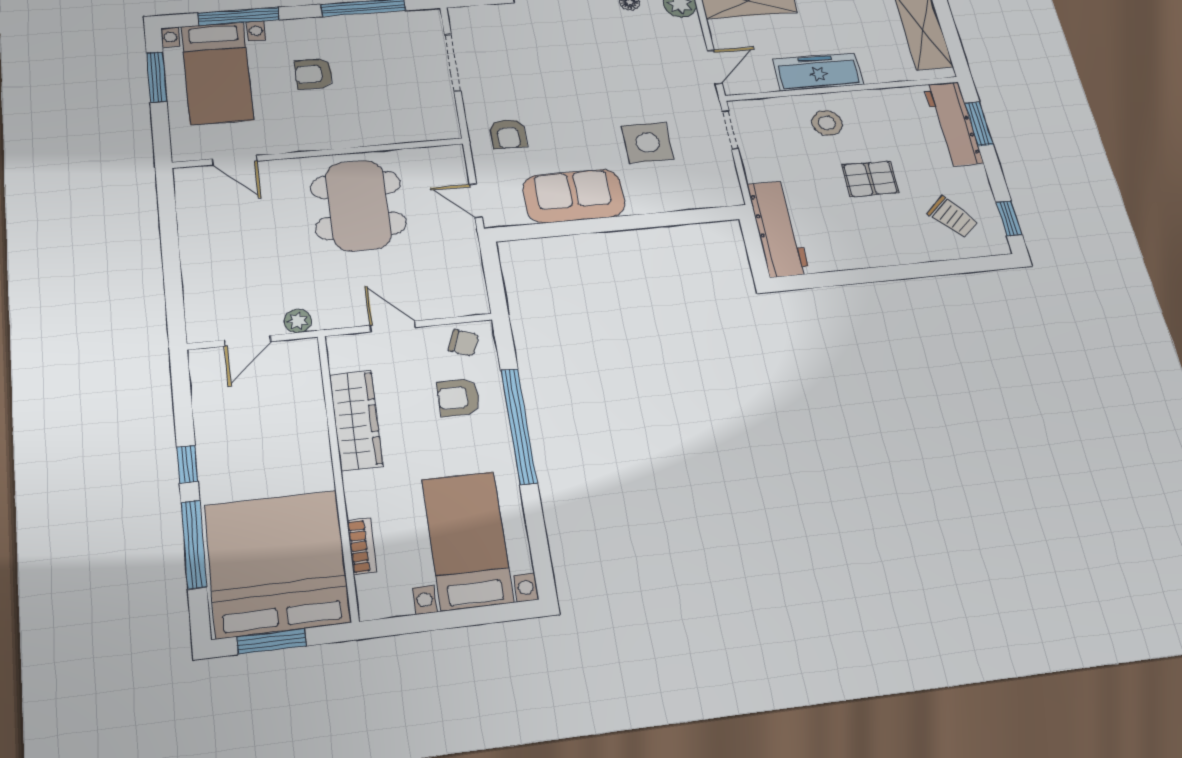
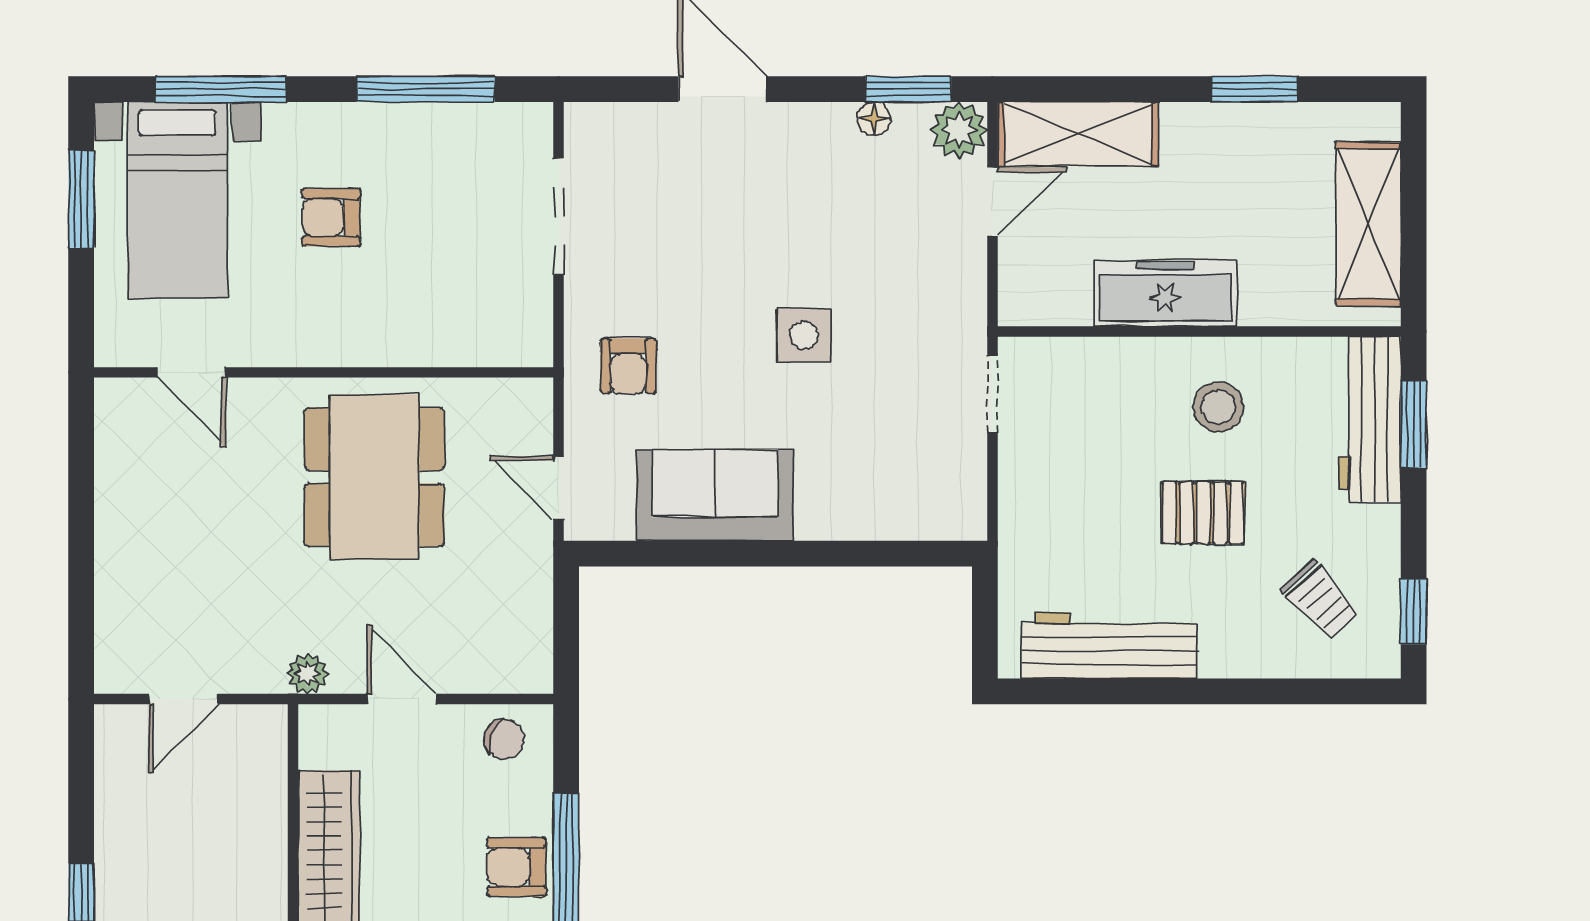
door: (715, 67) -> (992, 202), moved
stool: (827, 123) -> (1218, 407), moved
side table: (648, 143) -> (804, 335), moved, width x0.73, depth x0.73
workbench: (778, 229) -> (1109, 646), moved, turned -90
plant: (298, 321) -> (308, 674), moved
armchair: (458, 398) -> (517, 867), moved

